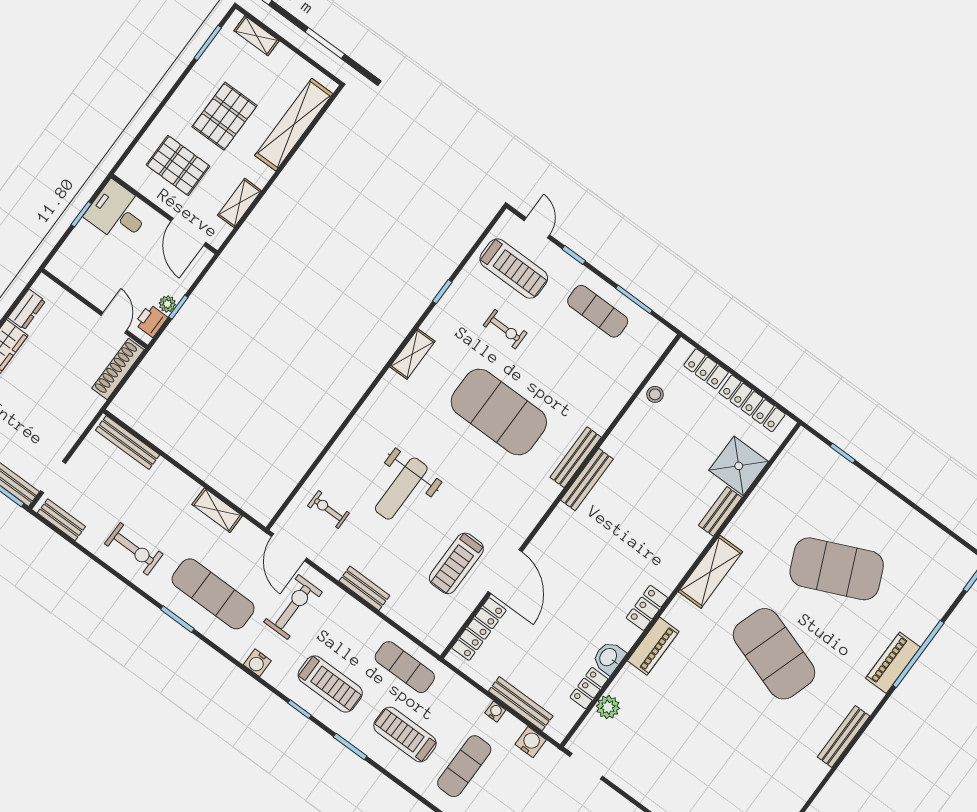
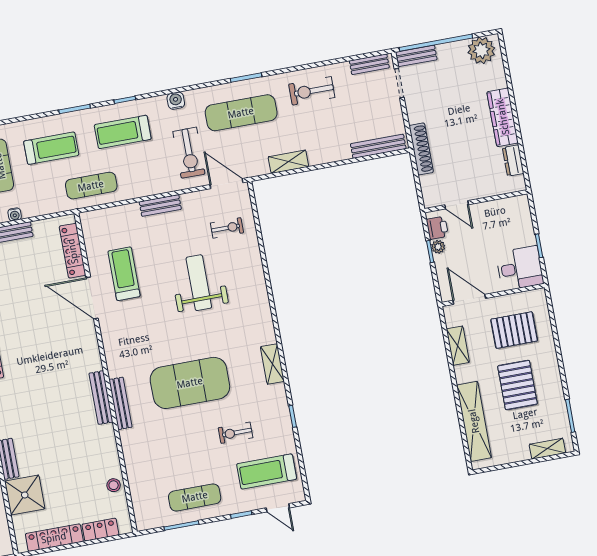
shoe rack: (118, 369) -> (421, 149), moved

